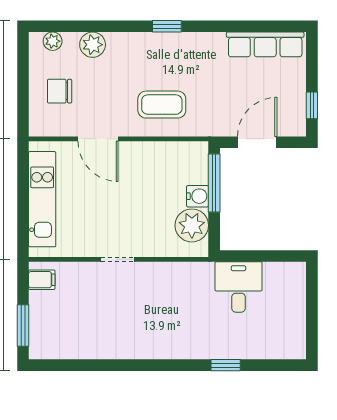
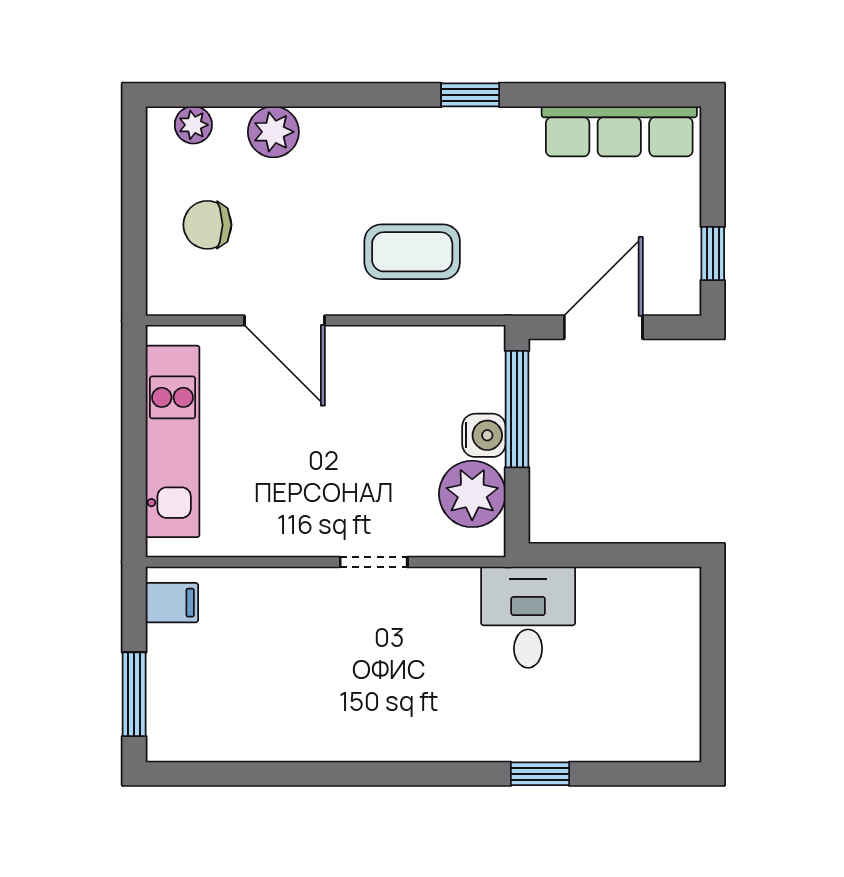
window: (167, 26) -> (470, 95), moved
doorway: (118, 259) -> (374, 562), moved
desk: (239, 287) -> (528, 617), moved

